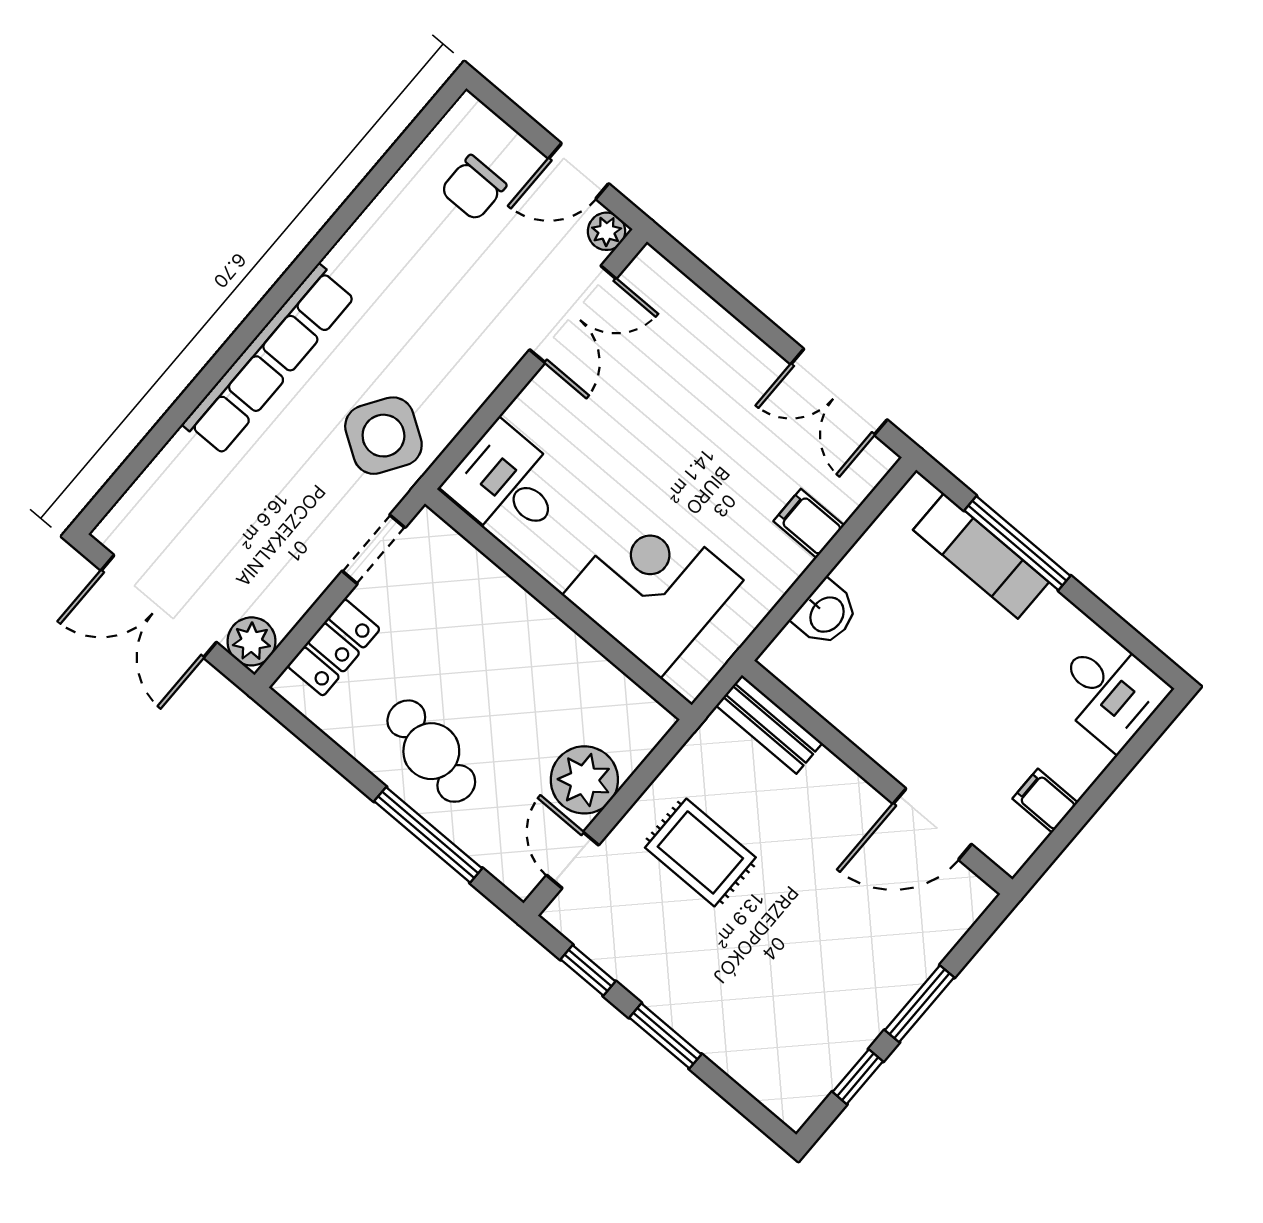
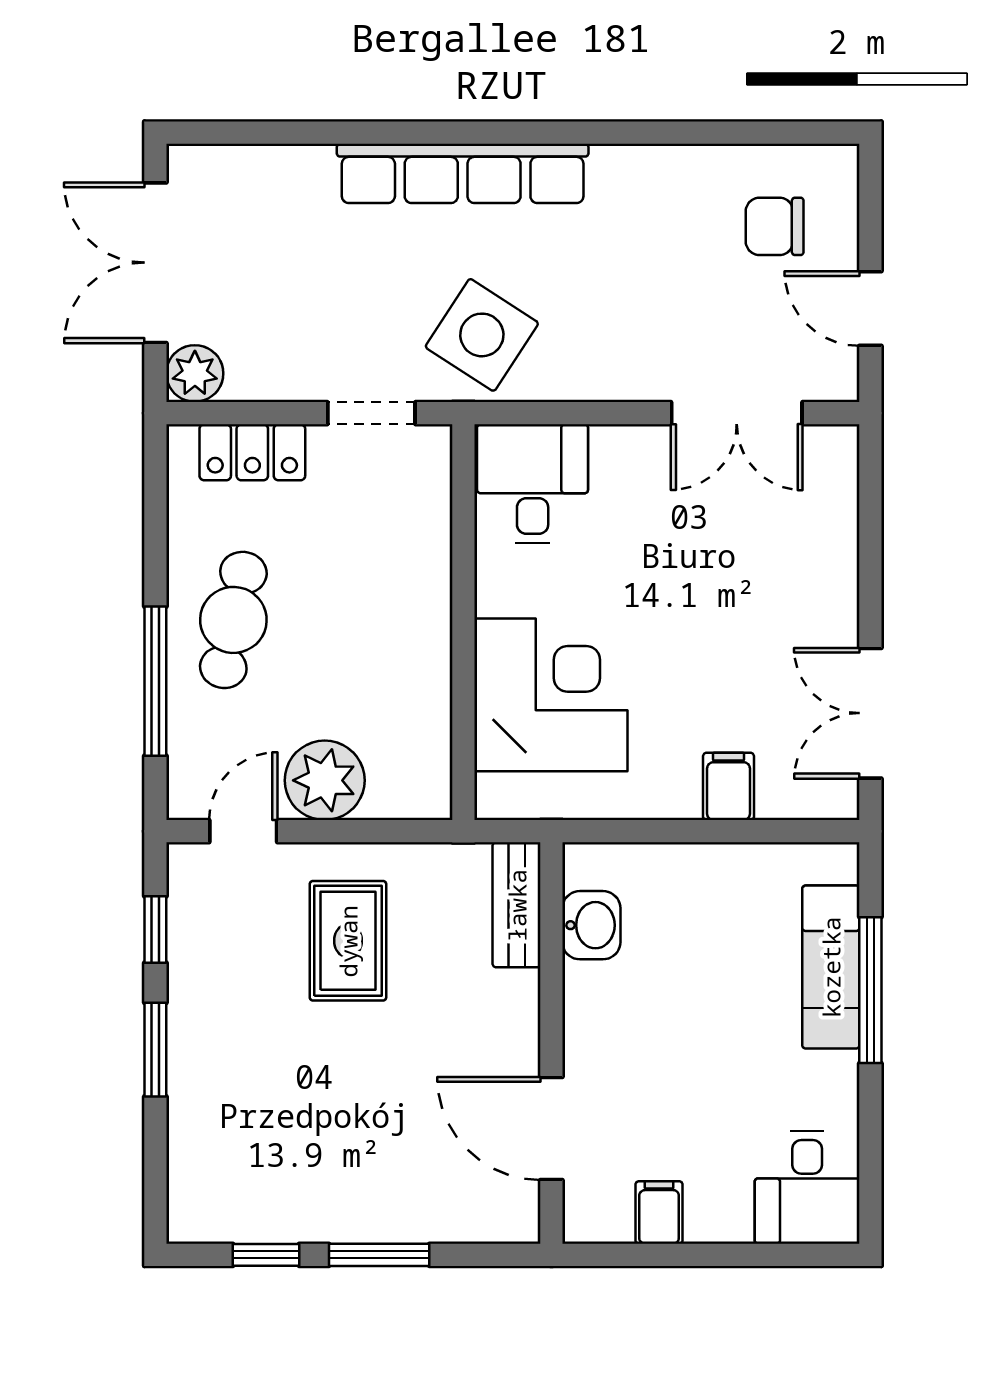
plant: (607, 231) -> (837, 380), removed
washbasin: (826, 614) -> (591, 925), moved, turned -90

